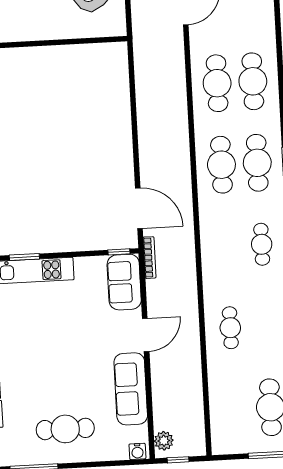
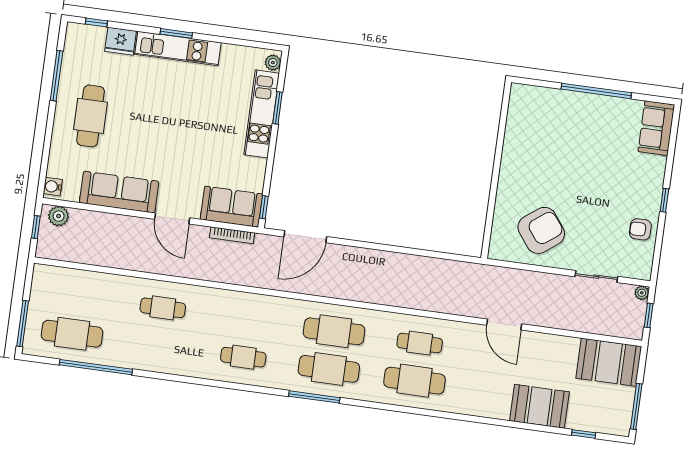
cafe table: (217, 83) -> (420, 343), width x0.73, depth x0.74
bookcase: (150, 258) -> (232, 235), moved

